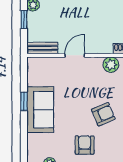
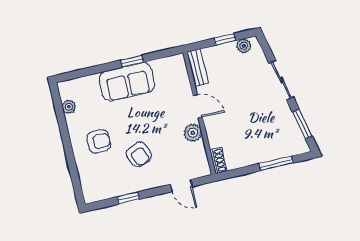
plant: (111, 65) -> (193, 133), moved

